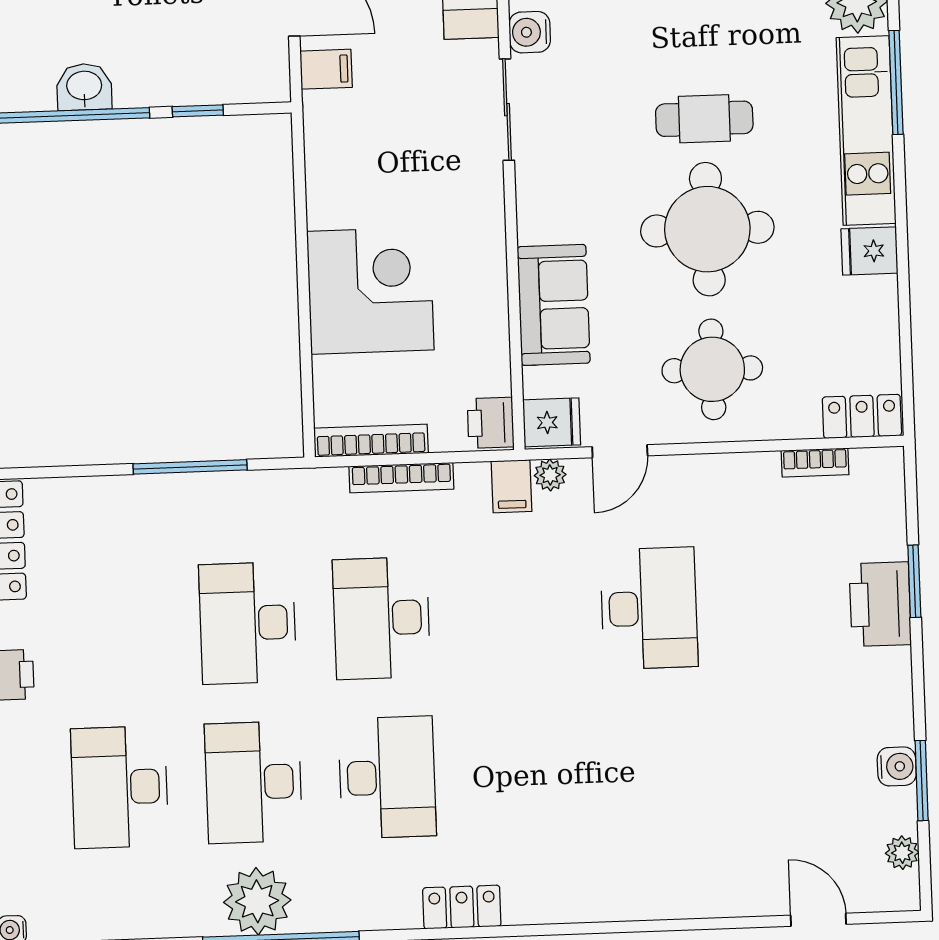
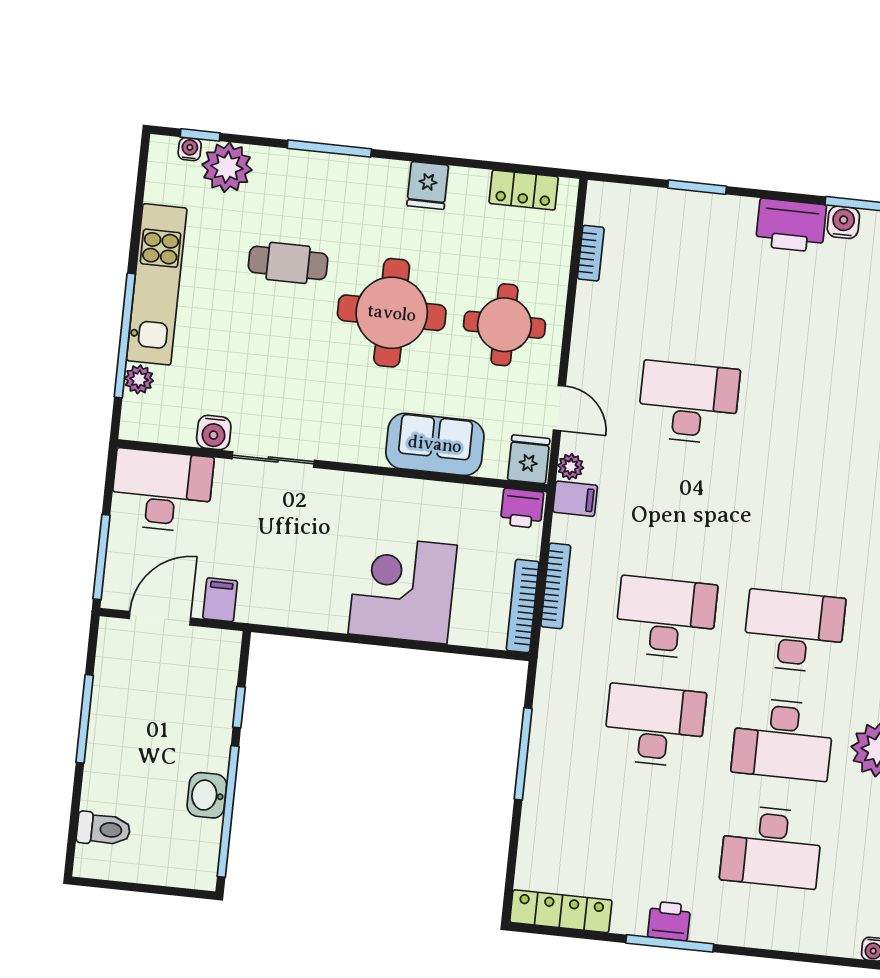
window: (896, 82) -> (329, 149), moved
cafe table: (704, 119) -> (288, 263), moved, turned 90
kitchen unit: (866, 130) -> (331, 174), removed
locker: (862, 416) -> (524, 190), moved, turned -90
printer: (880, 604) -> (791, 225), moved
desk: (381, 618) -> (666, 618), turned 180
desk: (248, 623) -> (655, 726), turned 180

